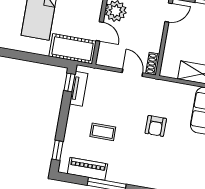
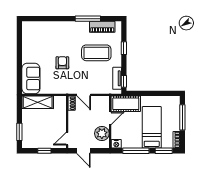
door: (100, 31) -> (110, 118), swing flipped
coffee table: (103, 132) -> (96, 53), width x1.86, depth x1.72
window: (57, 150) -> (124, 48), moved

